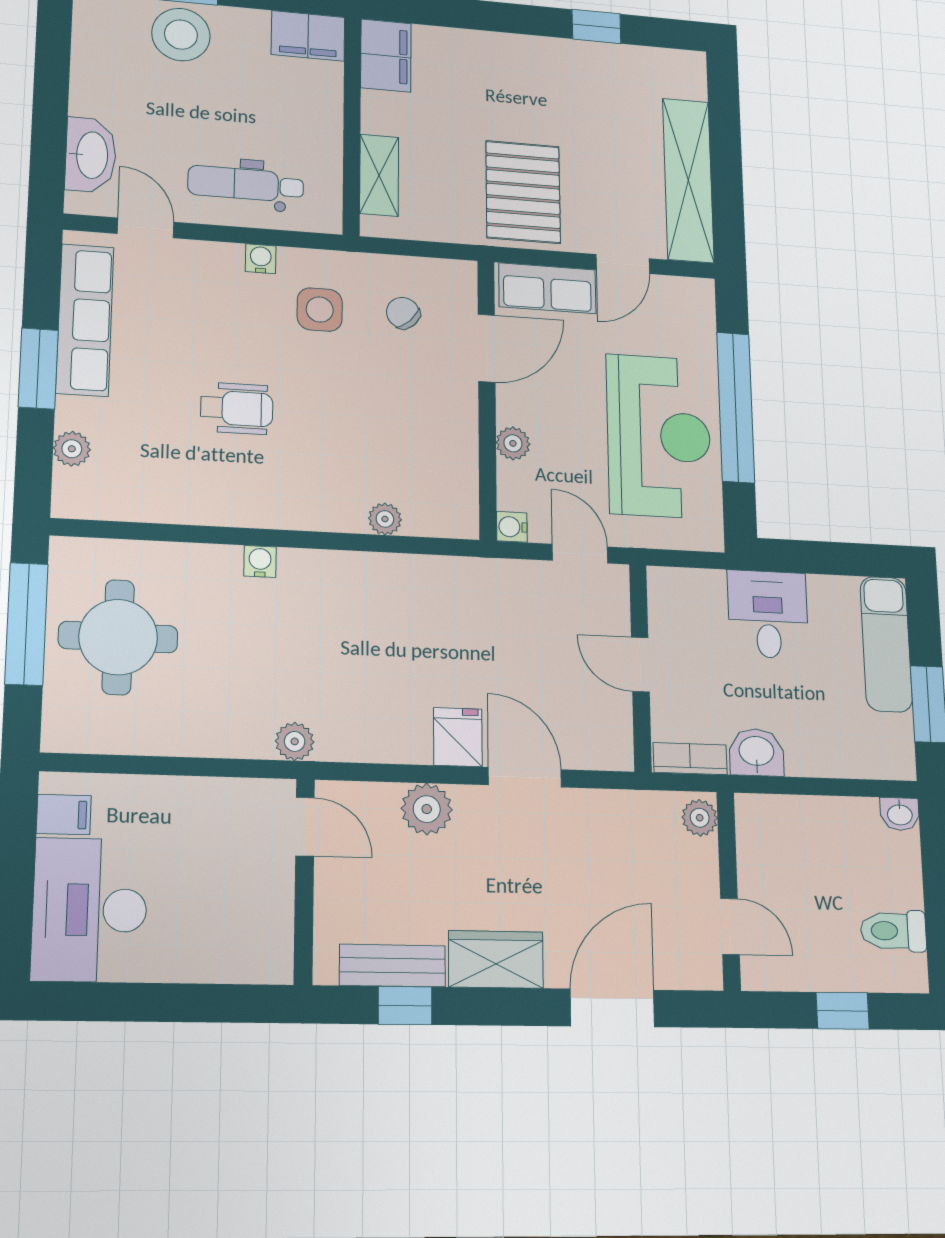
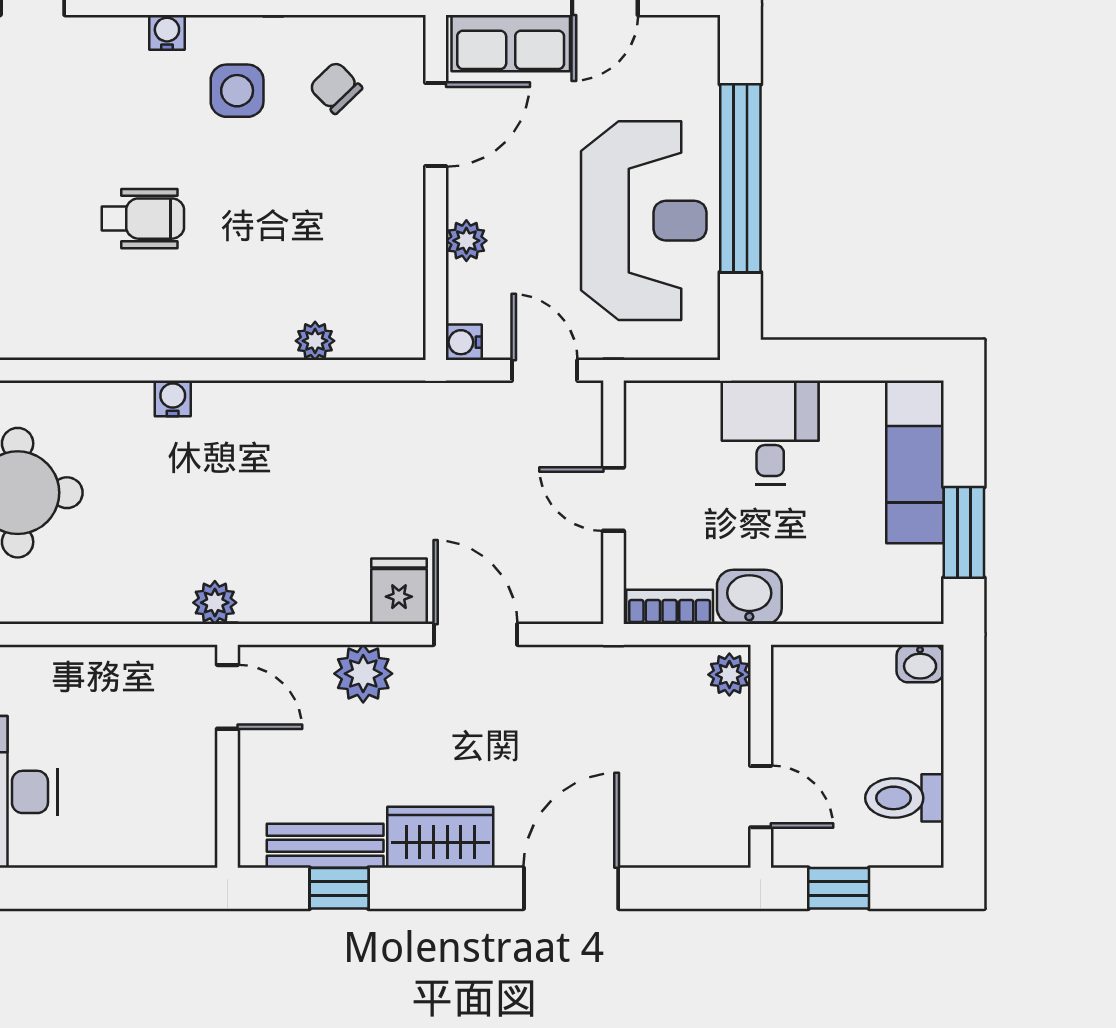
plant: (700, 818) -> (729, 675), moved
wall: (729, 890) -> (761, 756), moved
door: (730, 926) -> (761, 797), moved

